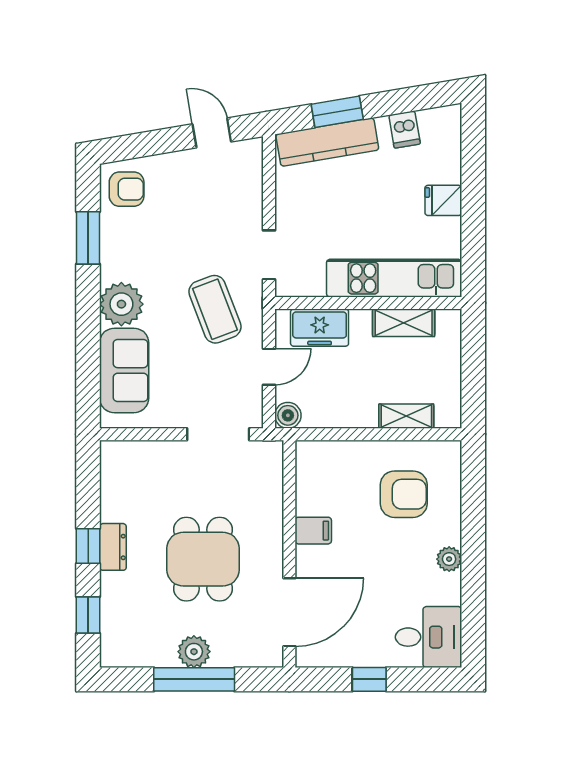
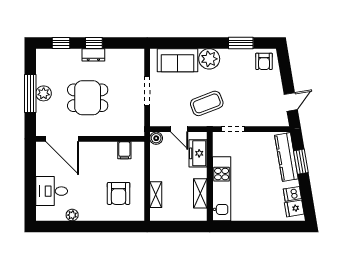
fridge: (443, 200) -> (294, 208), moved, turned -100
doorway: (218, 434) -> (147, 91), moved
filing cabinet: (313, 531) -> (124, 150), moved
plant: (449, 559) -> (72, 215), moved
desk: (428, 637) -> (52, 191), moved, turned 90
window: (369, 679) -> (30, 177), removed

